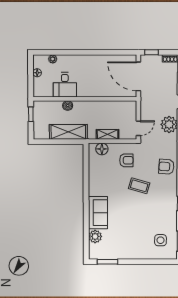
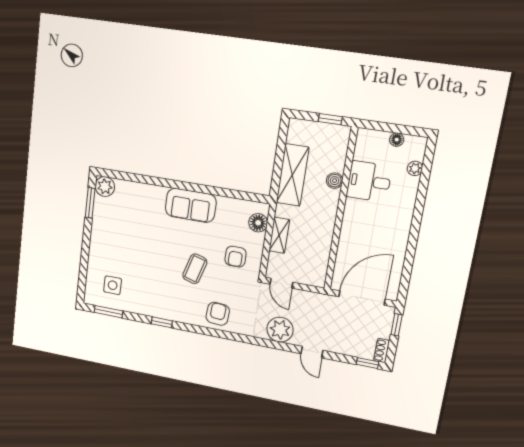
sofa: (98, 213) -> (191, 205), moved
plant: (95, 236) -> (105, 187), moved

